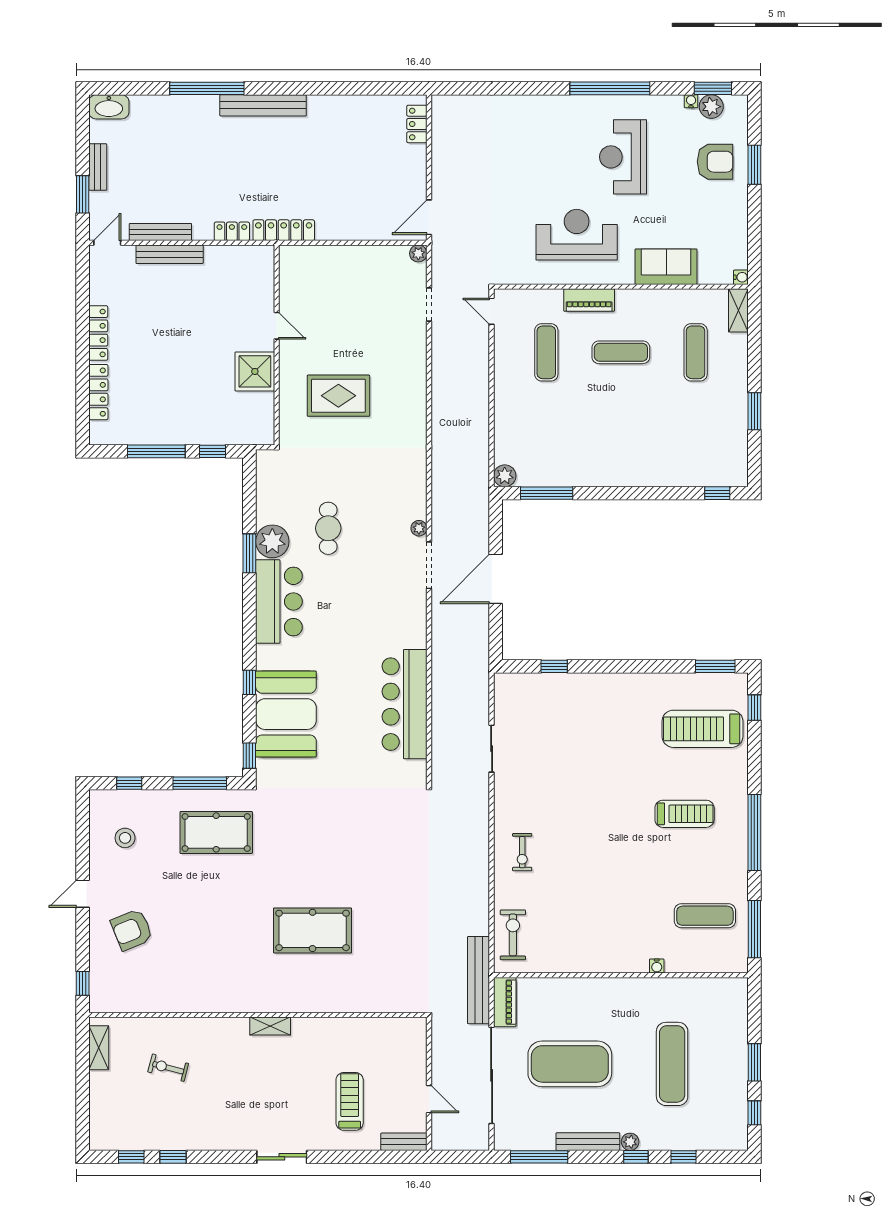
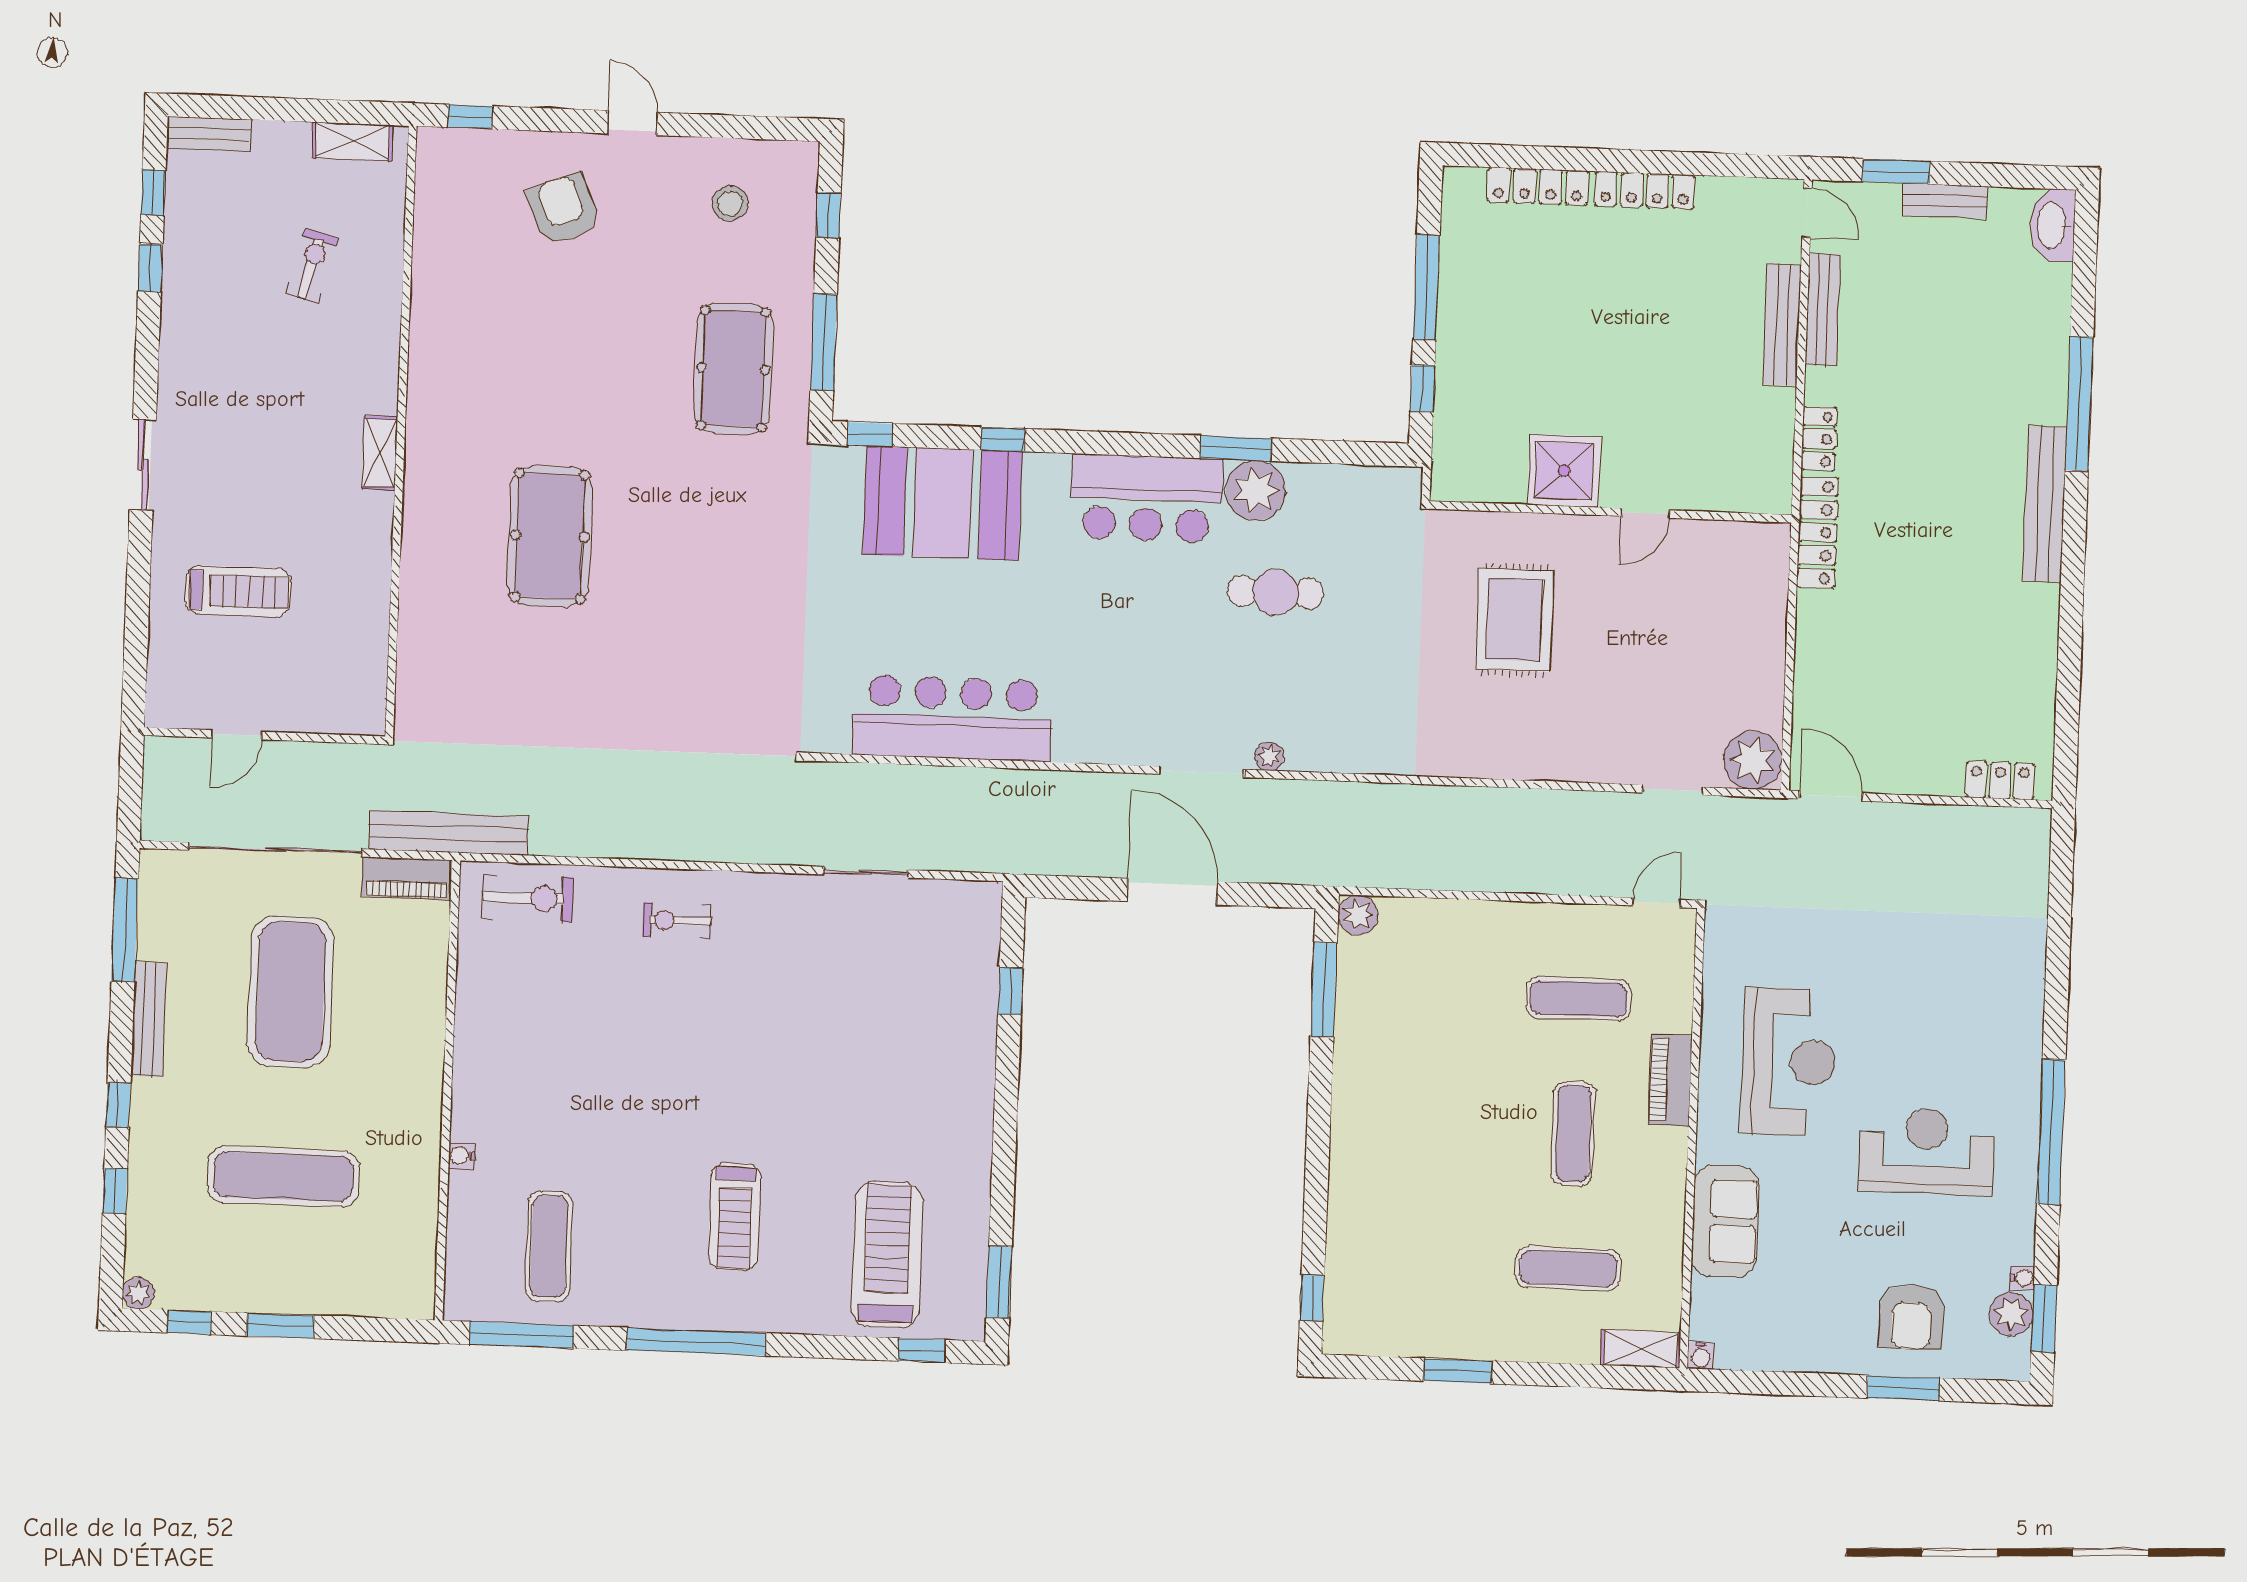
plant: (418, 253) -> (1753, 760), width x1.87, depth x1.87
bench: (404, 1142) -> (208, 134), moved, turned 90
plant: (630, 1142) -> (138, 1293), moved

